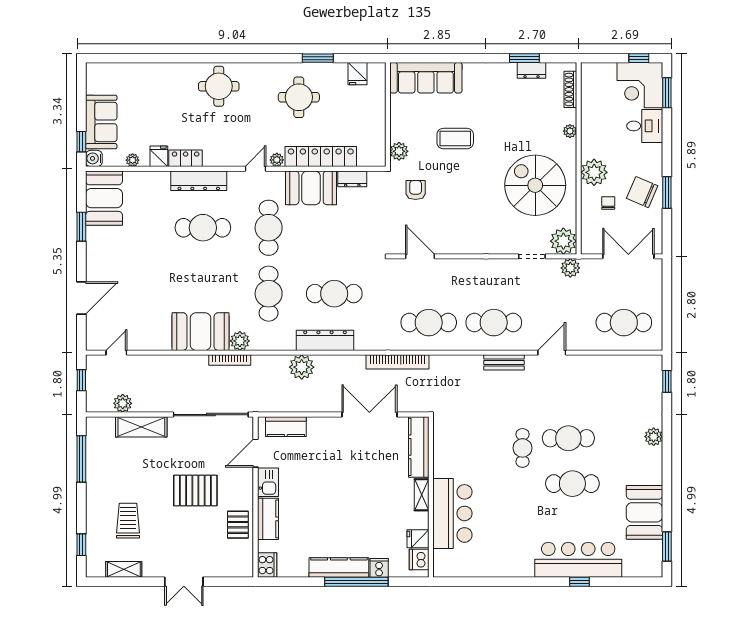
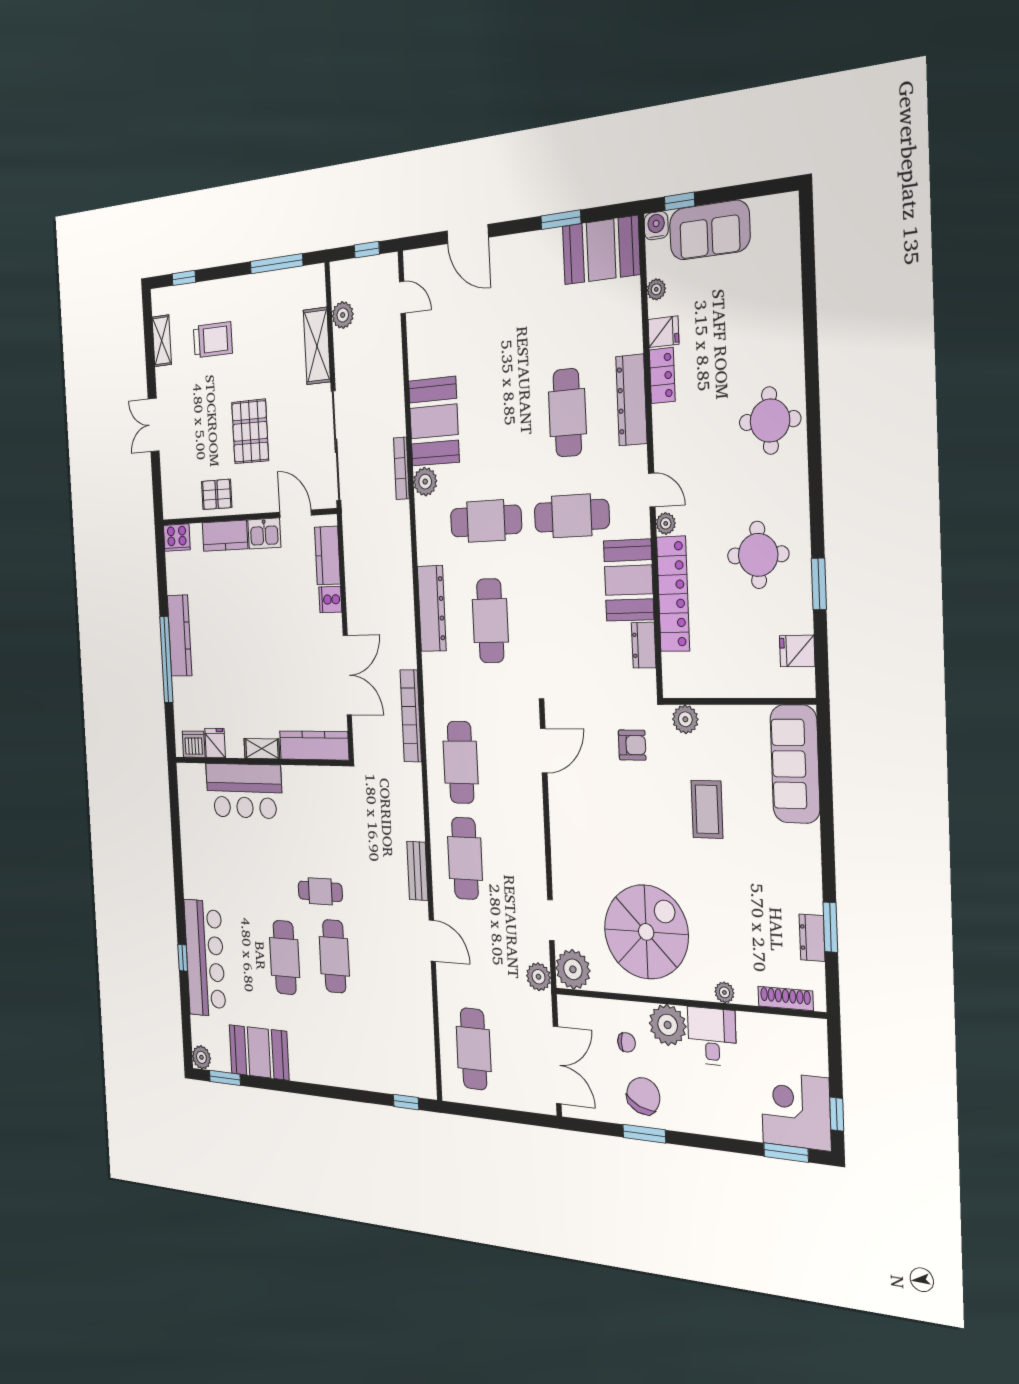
desk: (645, 126) -> (712, 1036), moved, turned 180
plant: (302, 367) -> (398, 575), removed
plant: (654, 437) -> (201, 1057), moved
cooker: (379, 568) -> (330, 599), moved, turned 180

